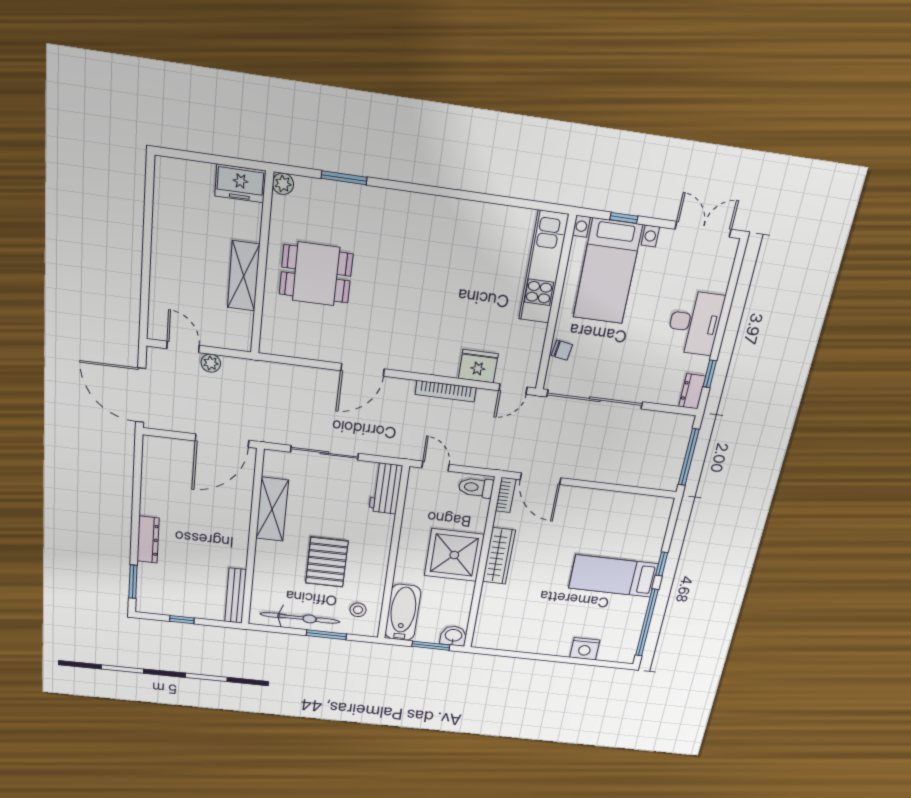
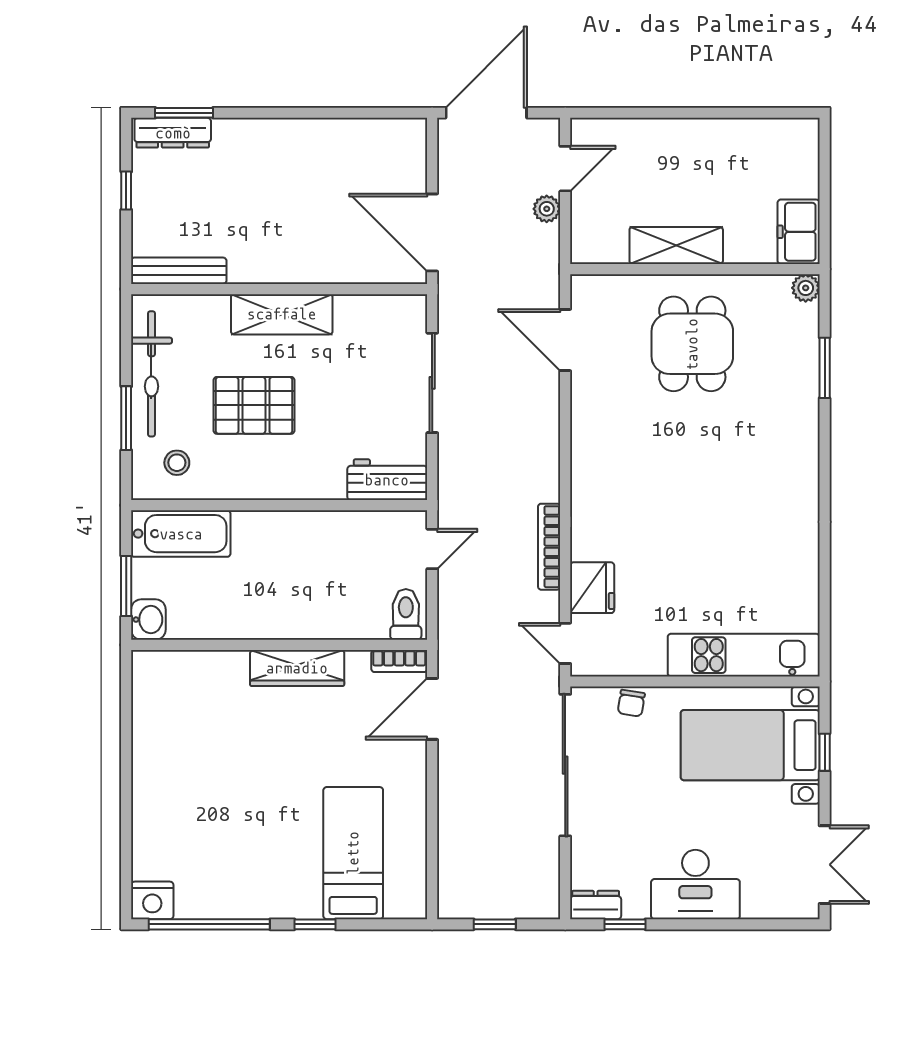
door: (363, 370) -> (565, 340), moved
window: (689, 457) -> (495, 924), width x0.46
shelving: (272, 509) -> (282, 314), moved
dresser: (148, 540) -> (173, 133), moved
shower: (454, 555) -> (290, 599), removed
bed: (613, 576) -> (353, 853), moved
nightstand: (585, 649) -> (152, 900), moved, turned -90

